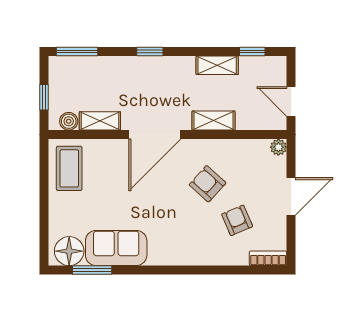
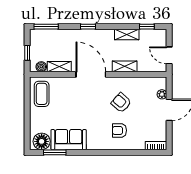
door: (155, 135) -> (91, 74), swing flipped
plant: (278, 147) -> (162, 94), moved
armchair: (237, 220) -> (119, 130), moved, turned -67

